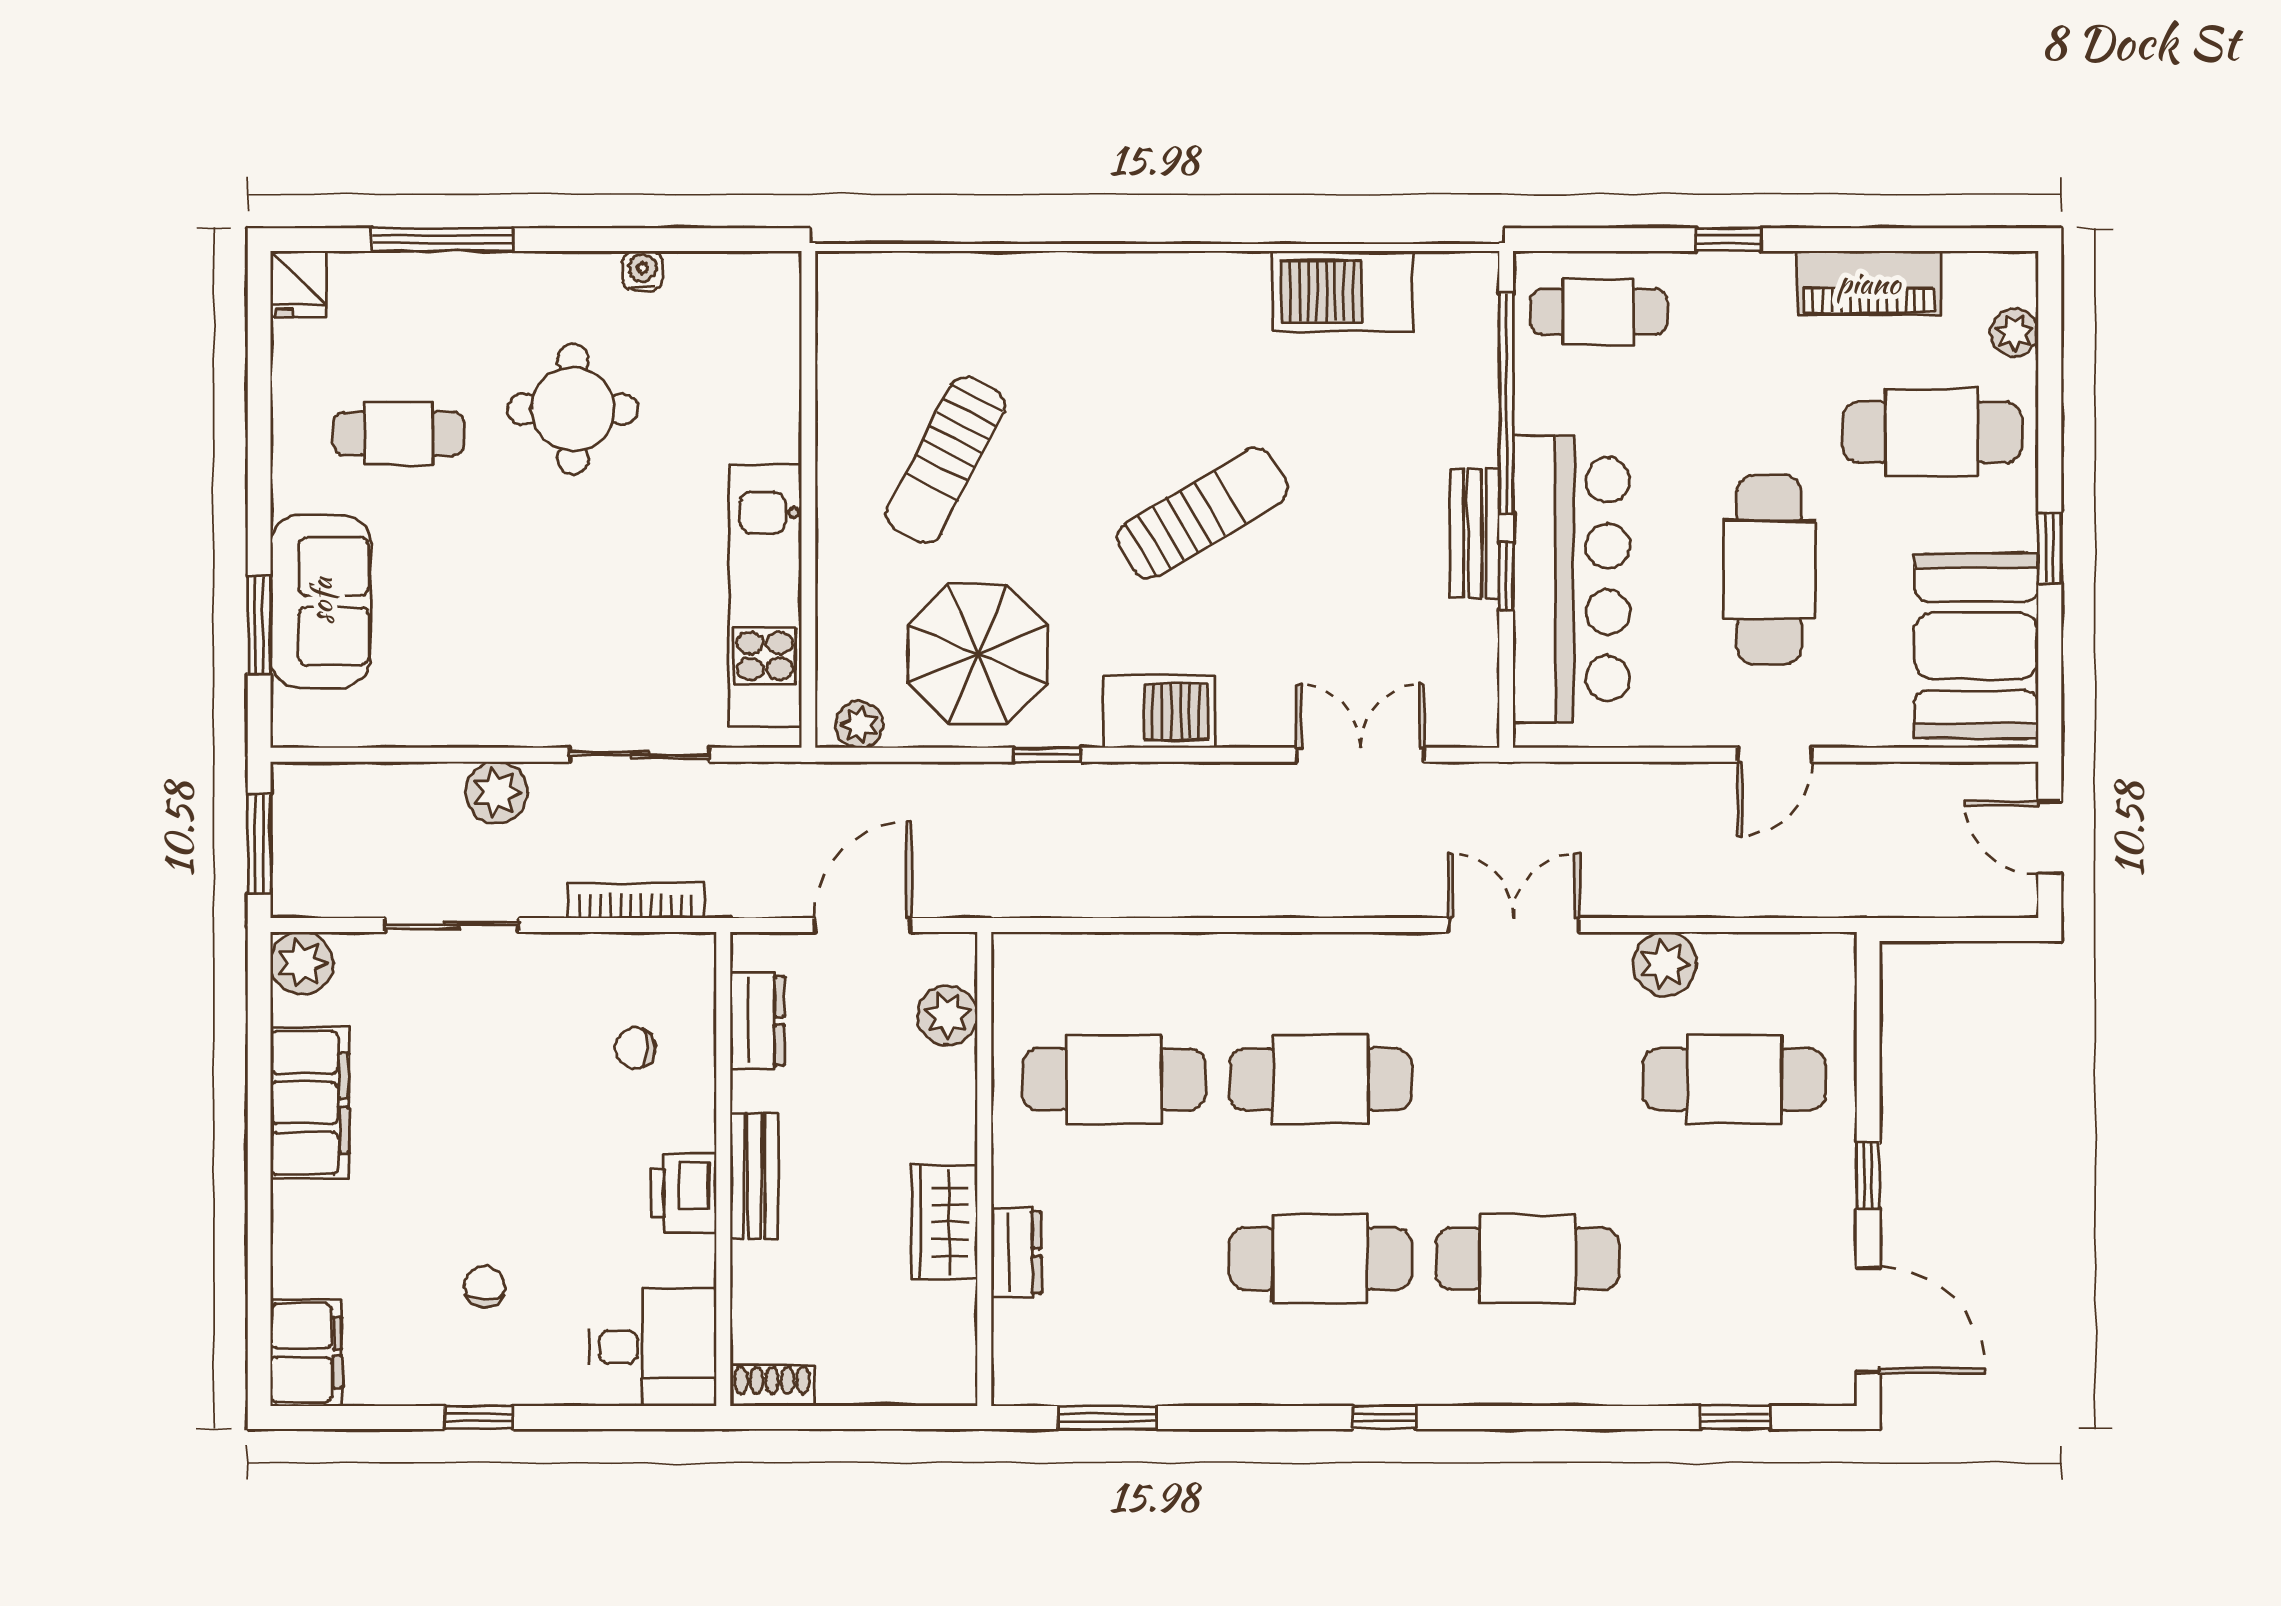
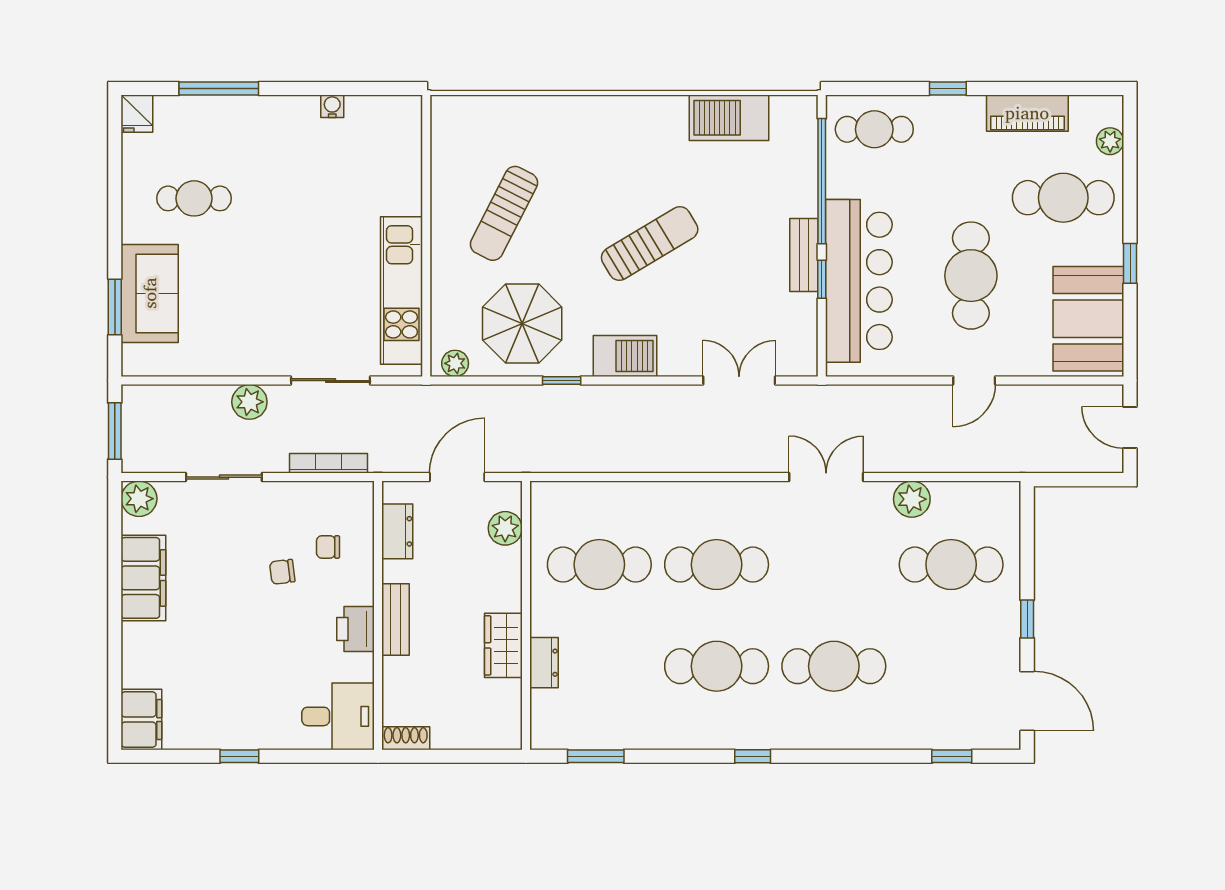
round table: (573, 409) -> (293, 185), removed
chair: (484, 1287) -> (282, 572), moved, turned -97

